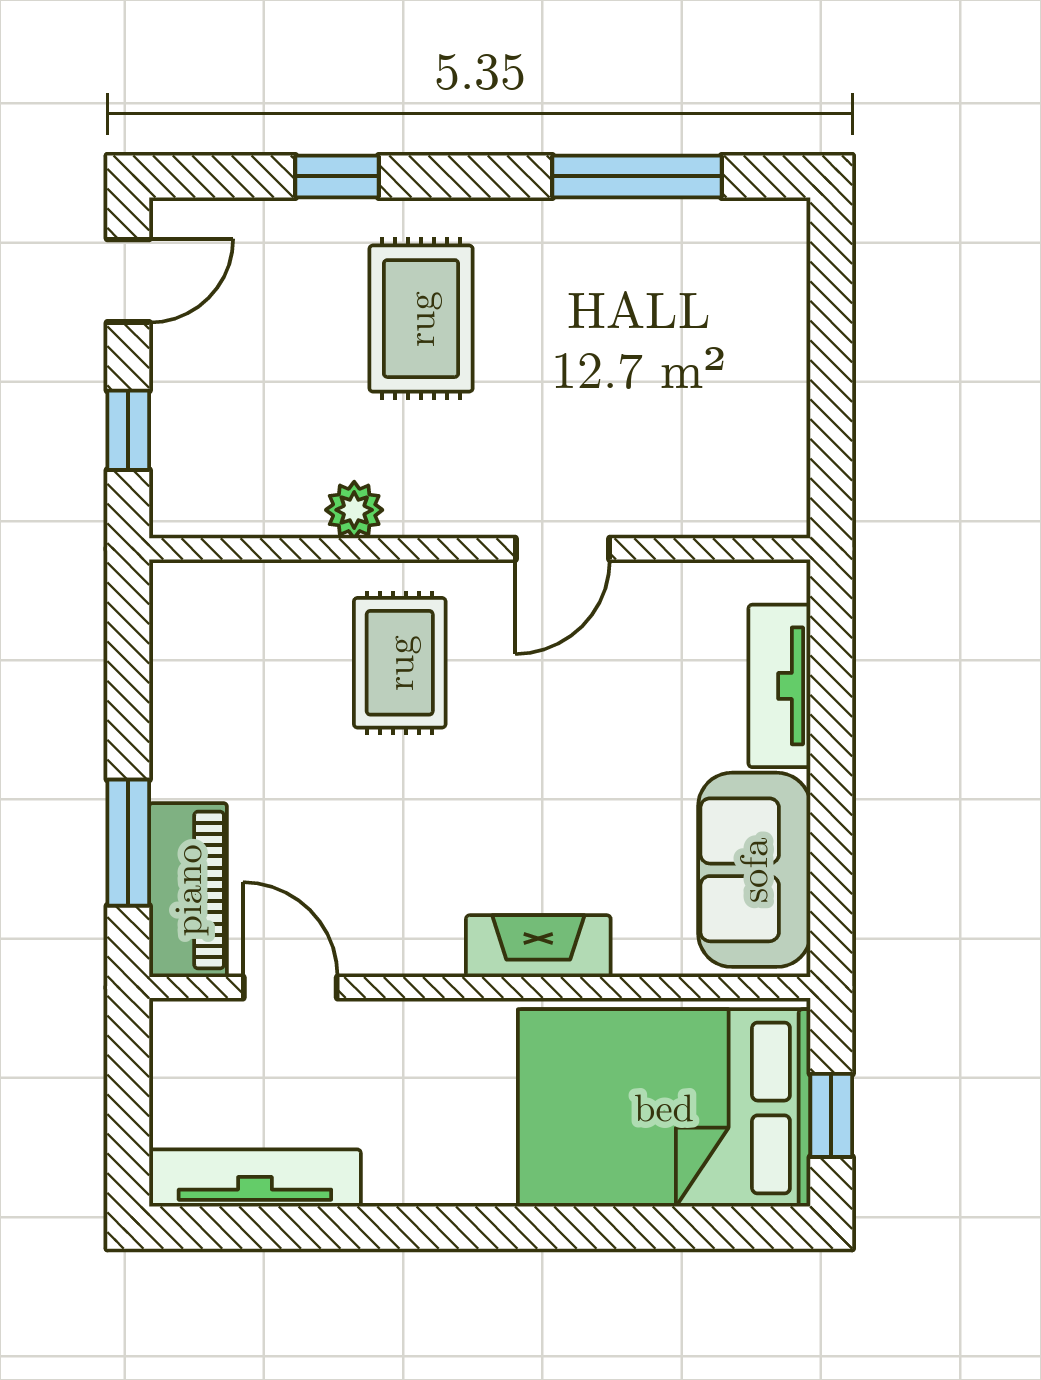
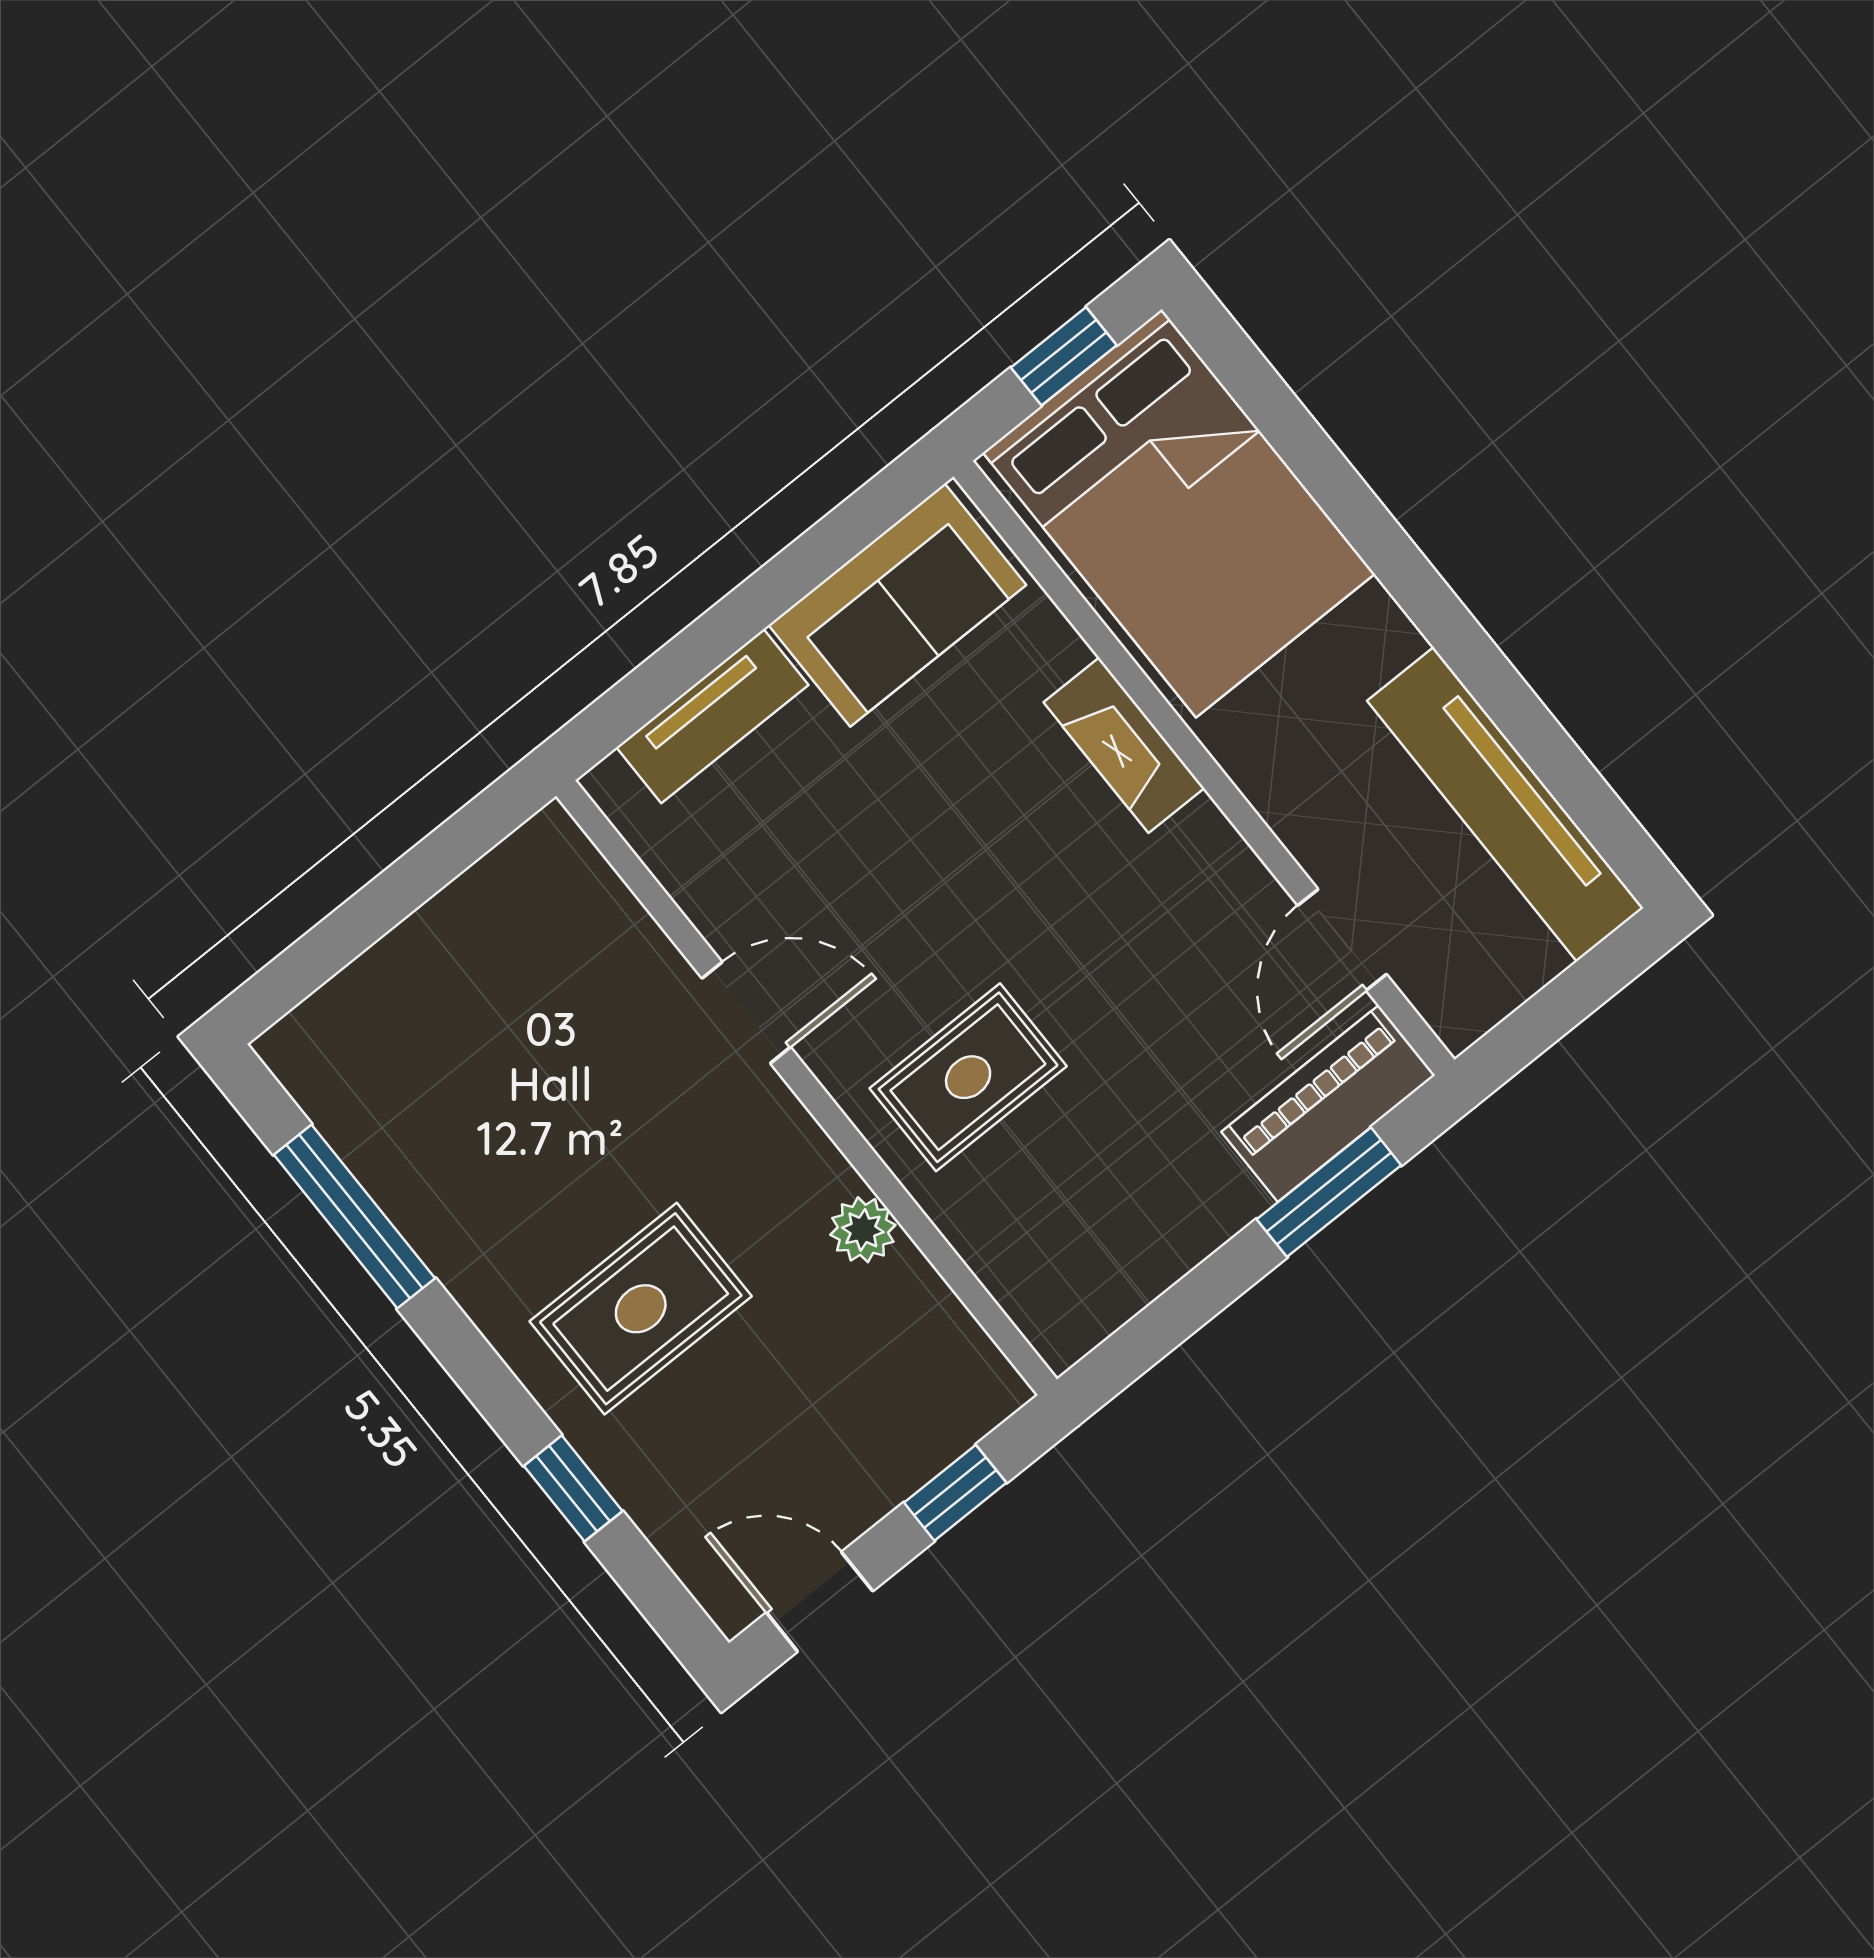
tv unit: (255, 1178) -> (1505, 804), width x1.36, depth x1.29

